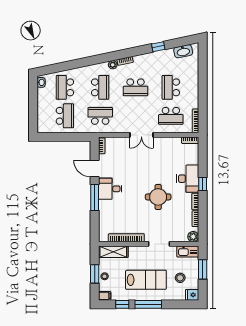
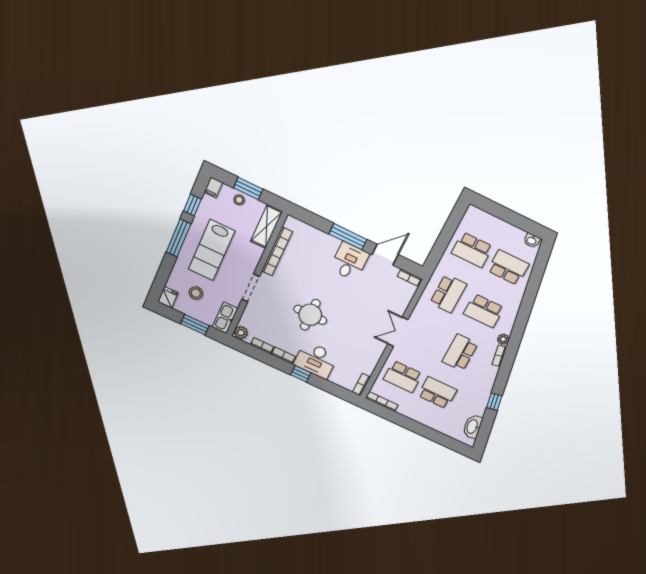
school desk: (171, 116) -> (403, 377), turned -90

